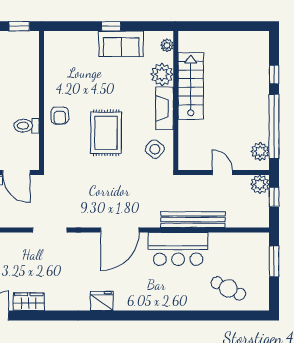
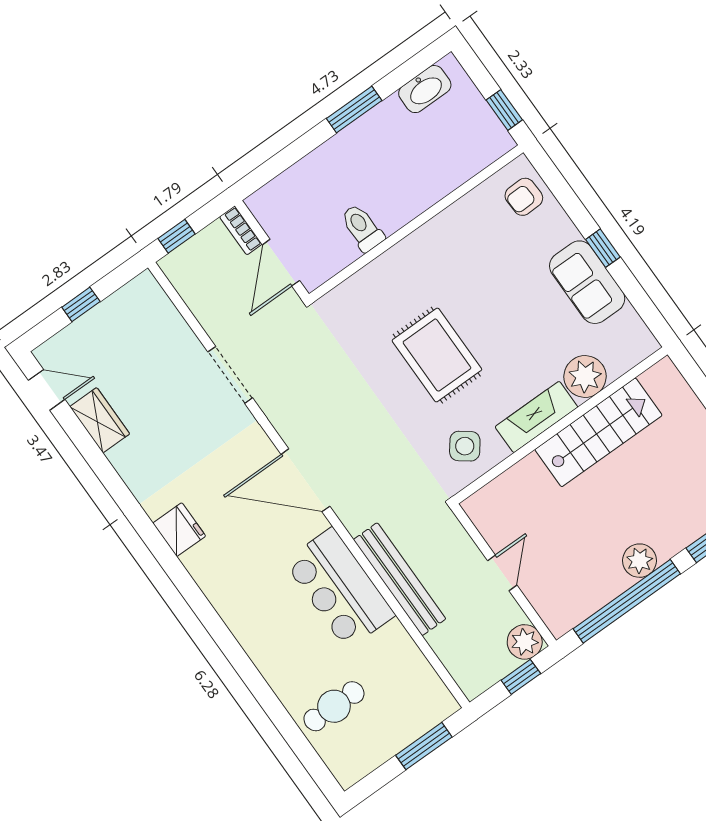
plant: (167, 45) -> (634, 353), removed
armchair: (60, 115) -> (524, 197), moved
rug: (106, 133) -> (437, 355), turned 90
plant: (260, 151) -> (640, 561), moved
cafe table: (228, 288) -> (334, 706), turned 63

